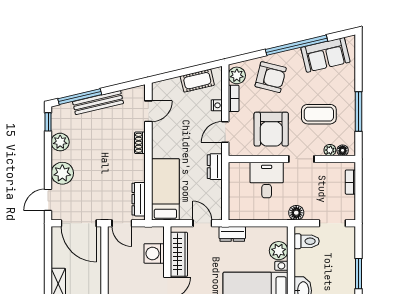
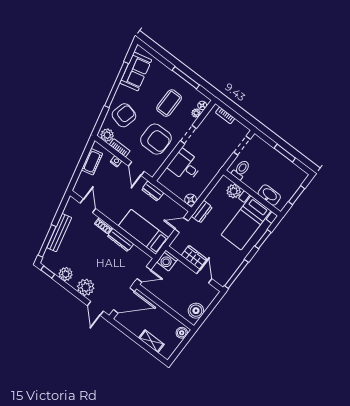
dresser: (139, 199) -> (120, 240), moved
floor lamp: (296, 213) -> (191, 200), moved
washing machine: (154, 253) -> (167, 261), moved
wardrobe: (179, 254) -> (194, 257), width x0.67

